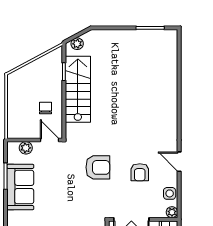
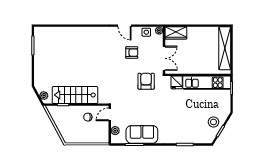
door: (179, 162) -> (125, 26), hinge flipped
armchair: (98, 167) -> (146, 81), moved

